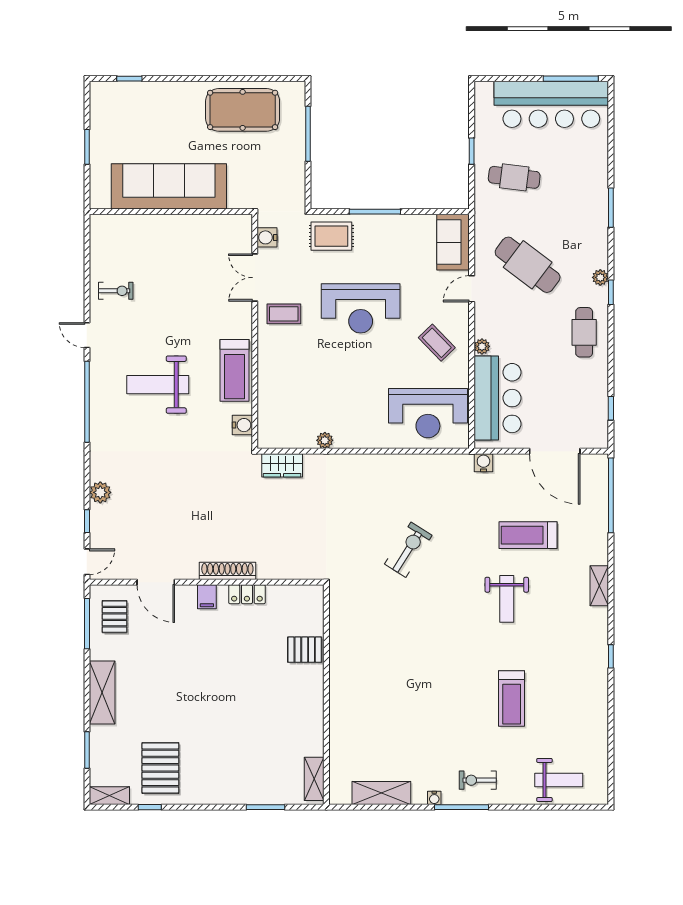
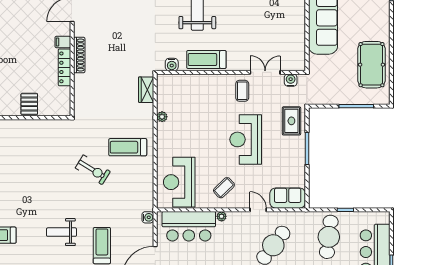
cafe table: (514, 177) -> (329, 237), width x1.37, depth x1.35
treadmill: (373, 494) -> (128, 147), added
locker: (247, 594) -> (64, 67), width x1.53

